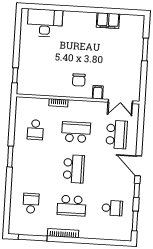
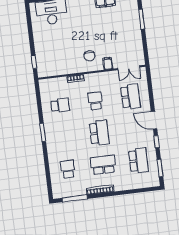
school desk: (35, 130) -> (60, 105), turned -90
school desk: (76, 132) -> (95, 101), width x0.54
school desk: (72, 206) -> (103, 165), turned 180
school desk: (112, 208) -> (138, 160), width x1.85

